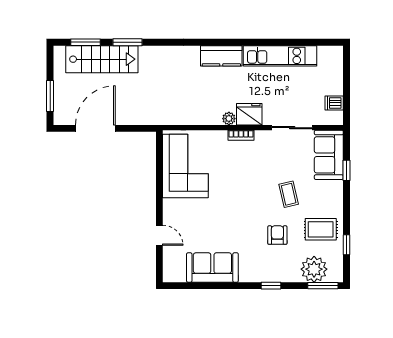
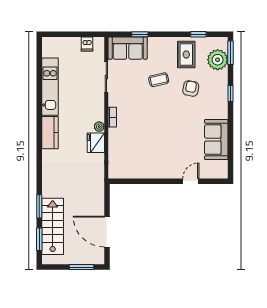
fridge: (249, 114) -> (96, 143), moved
corner sofa: (185, 166) -> (136, 161), removed
armchair: (277, 235) -> (191, 88), turned 100

